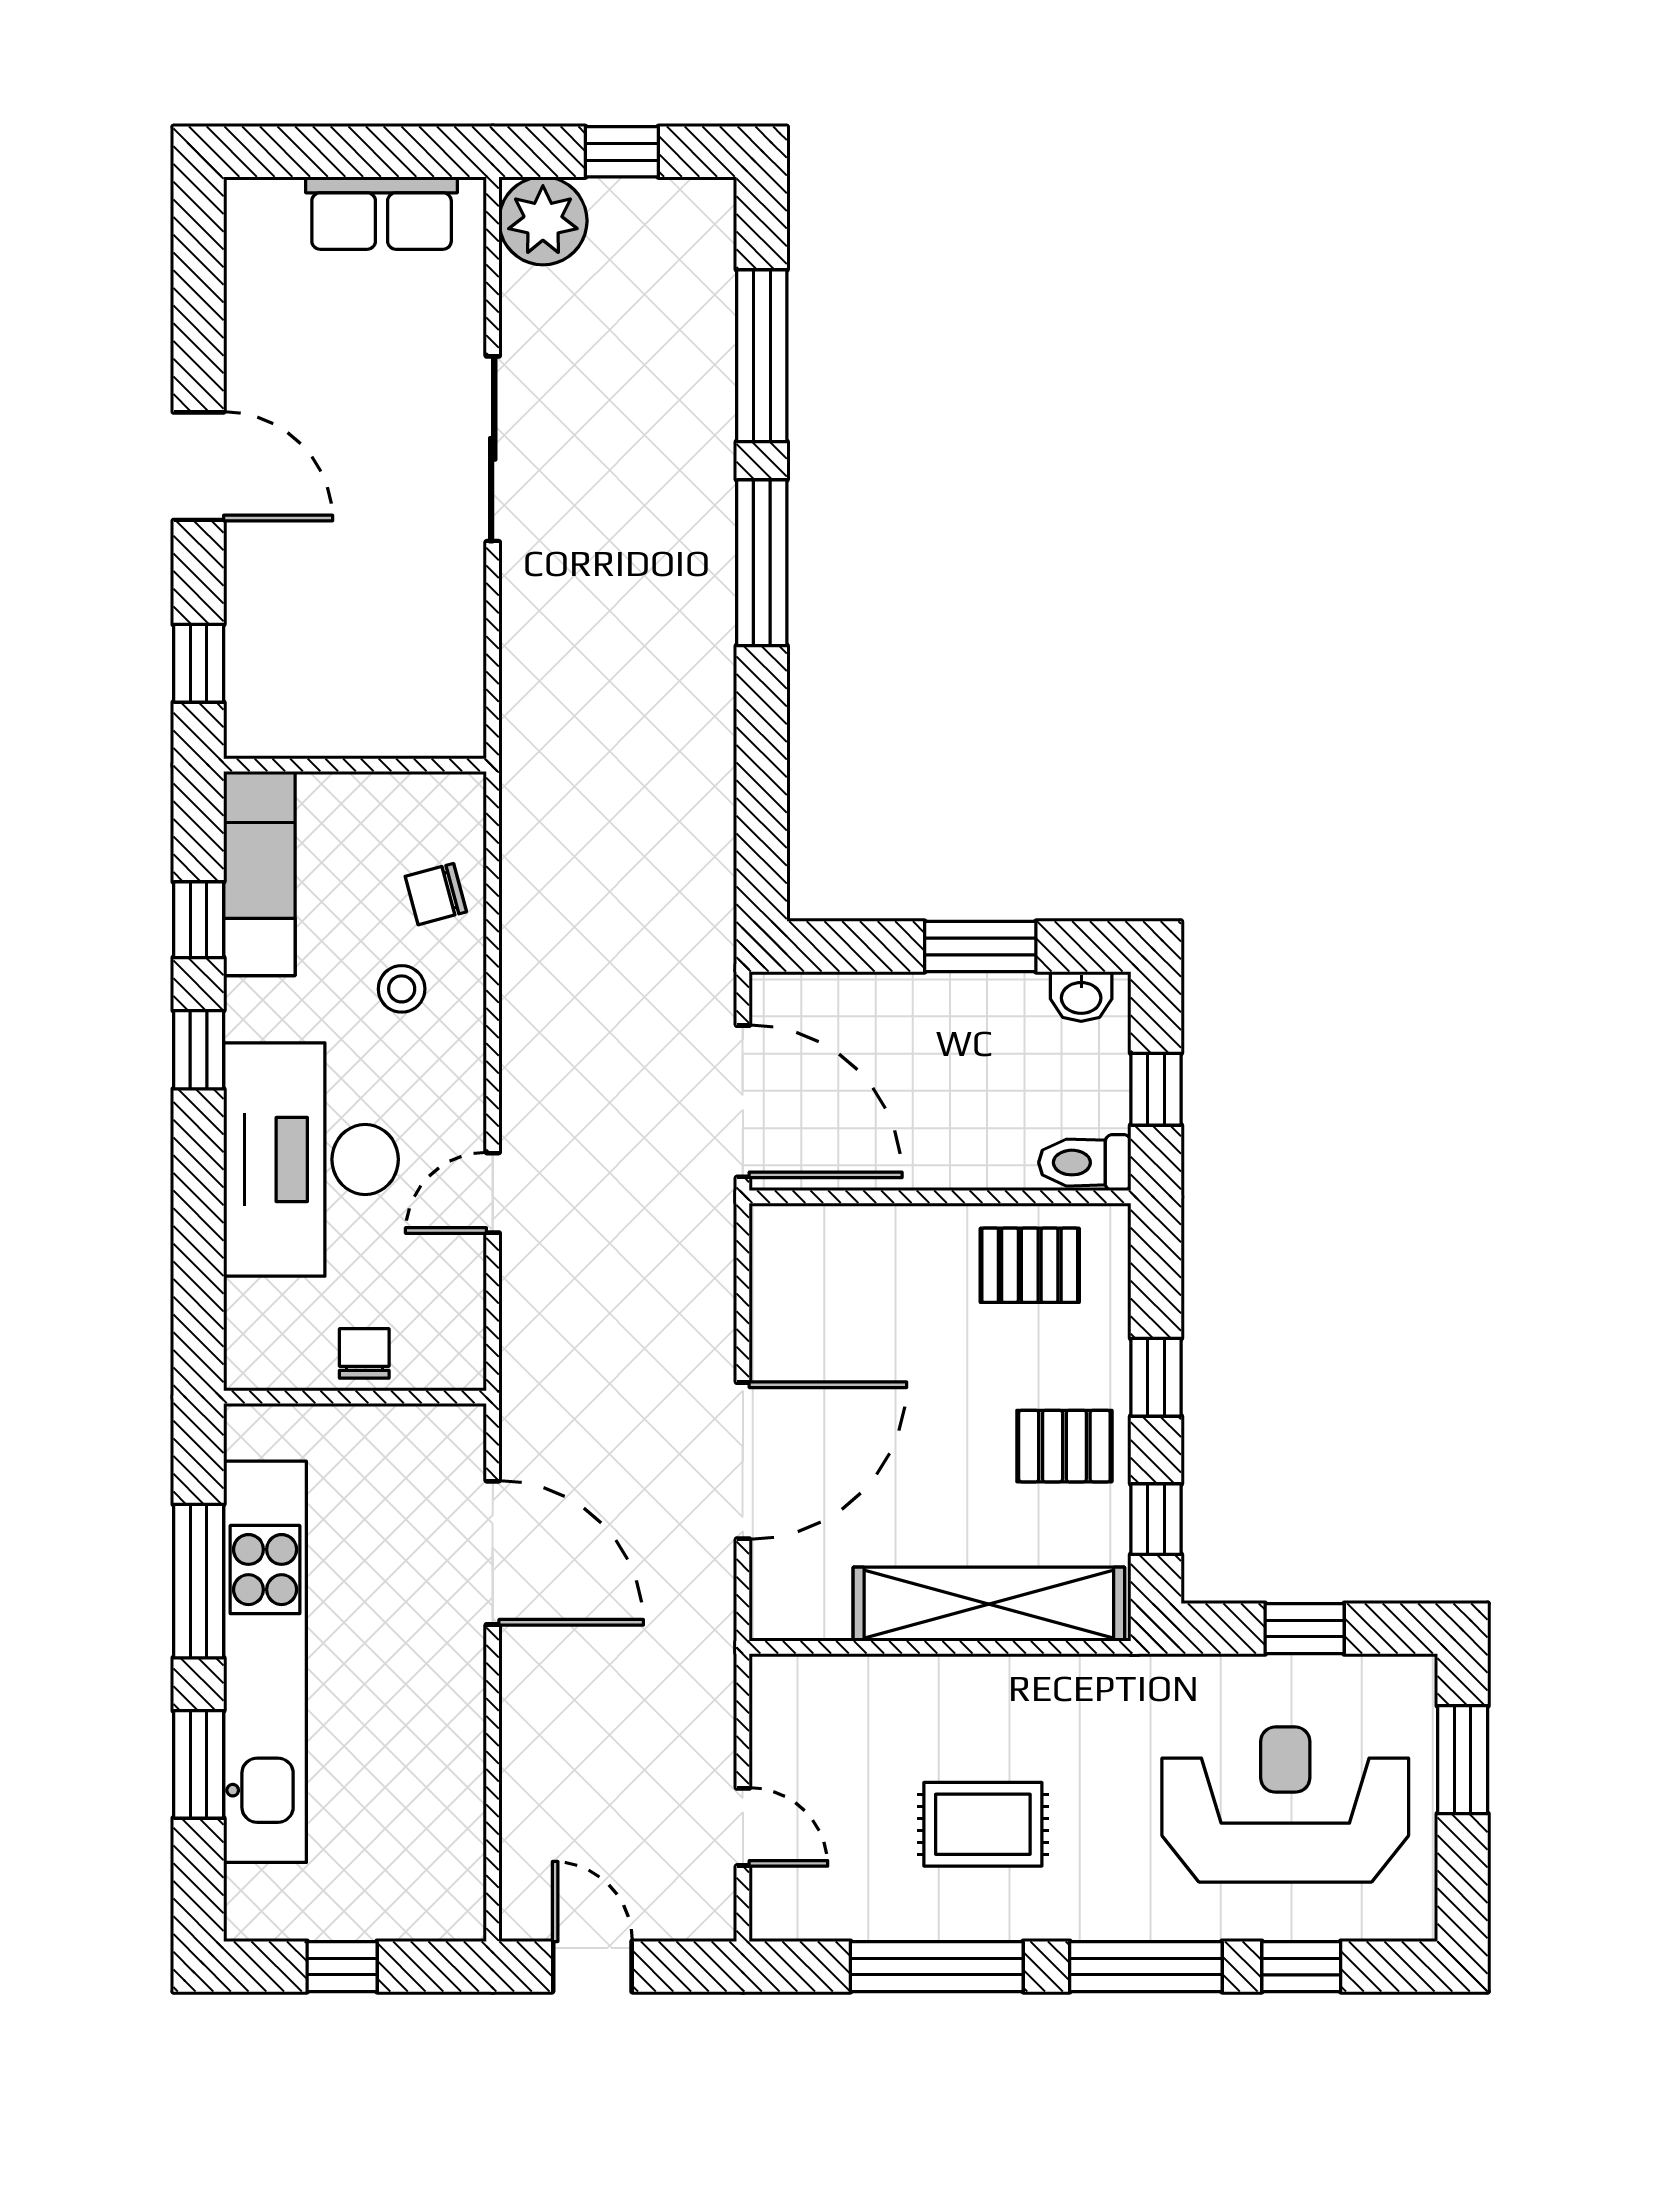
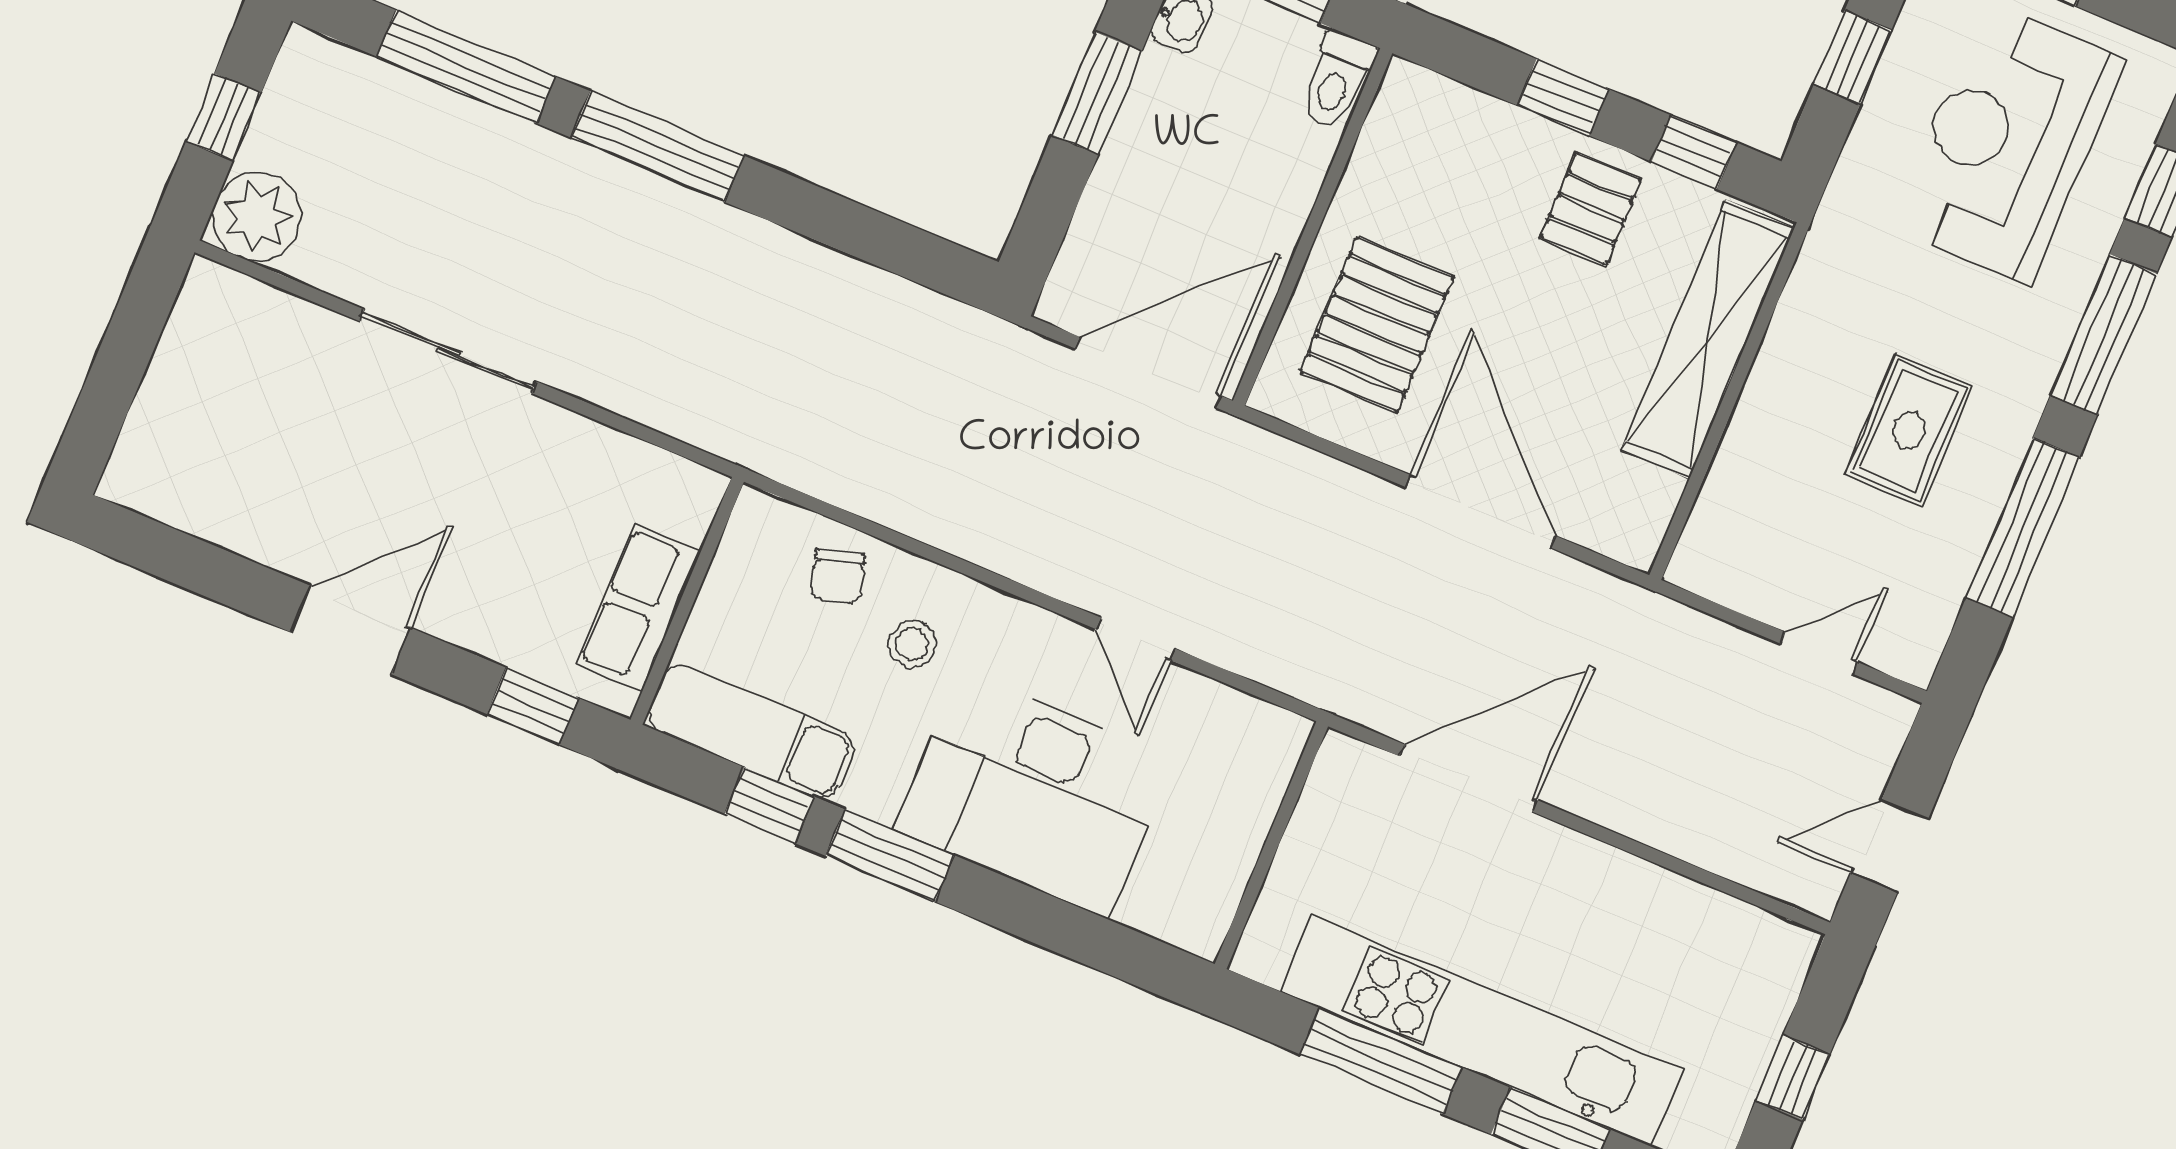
row of seats: (382, 213) -> (638, 608), moved, turned 180
window: (199, 1050) -> (890, 856), width x1.50
pallet: (1030, 1265) -> (1377, 324), moved, width x1.50, depth x1.42
chair: (364, 1353) -> (1235, 820), removed

